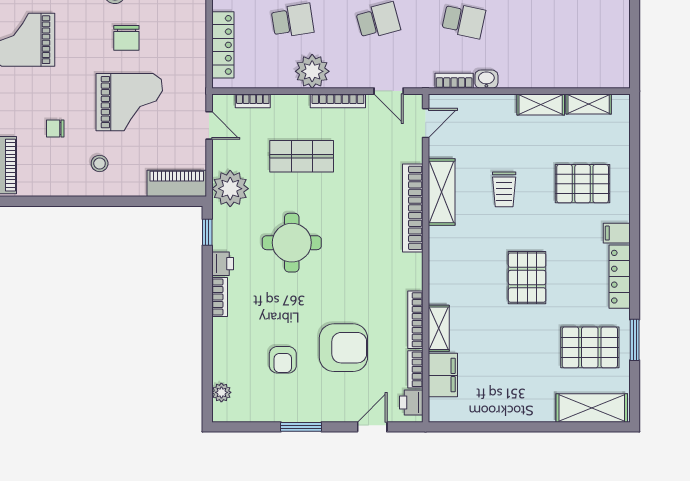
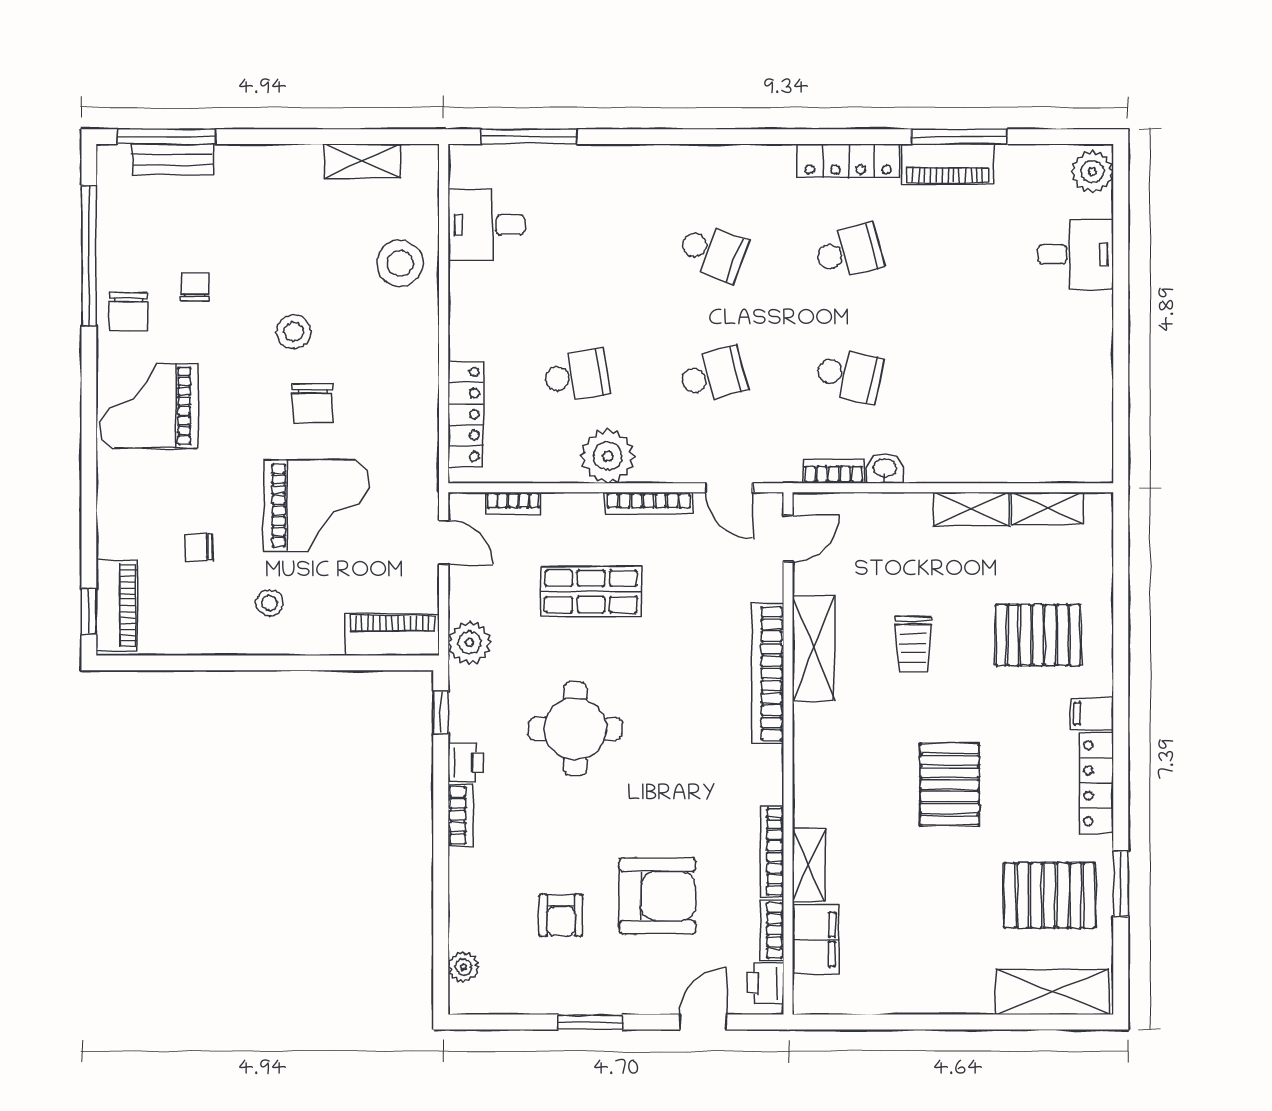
plant: (230, 189) -> (469, 643), width x0.73, depth x0.73

